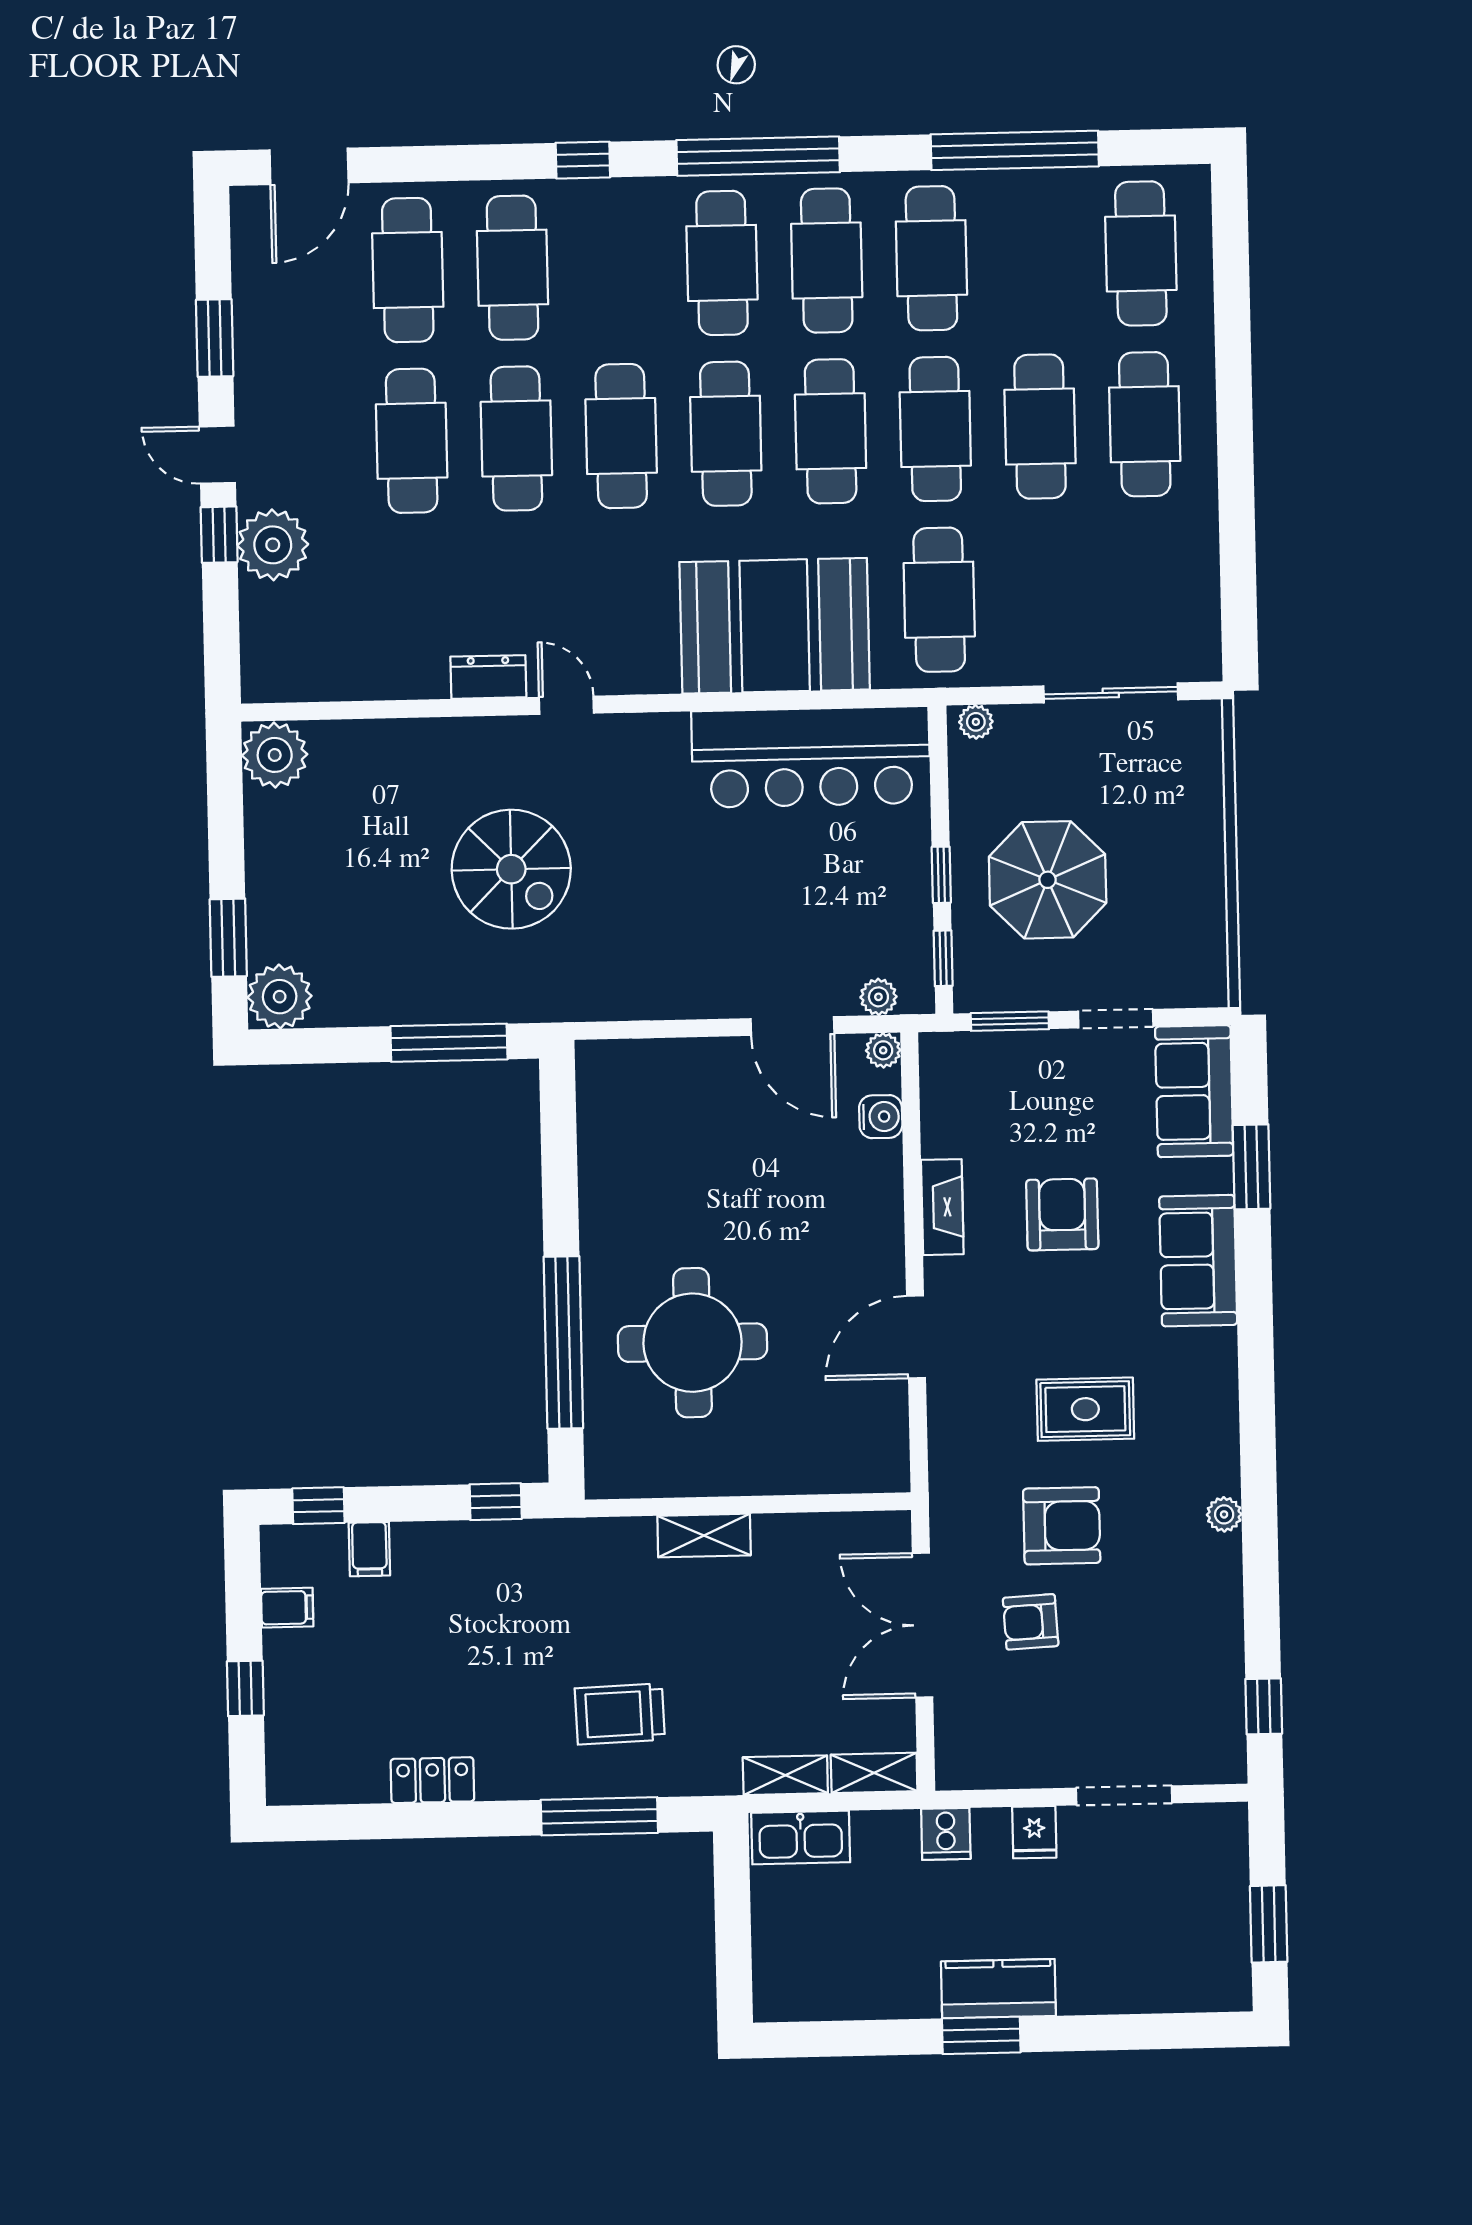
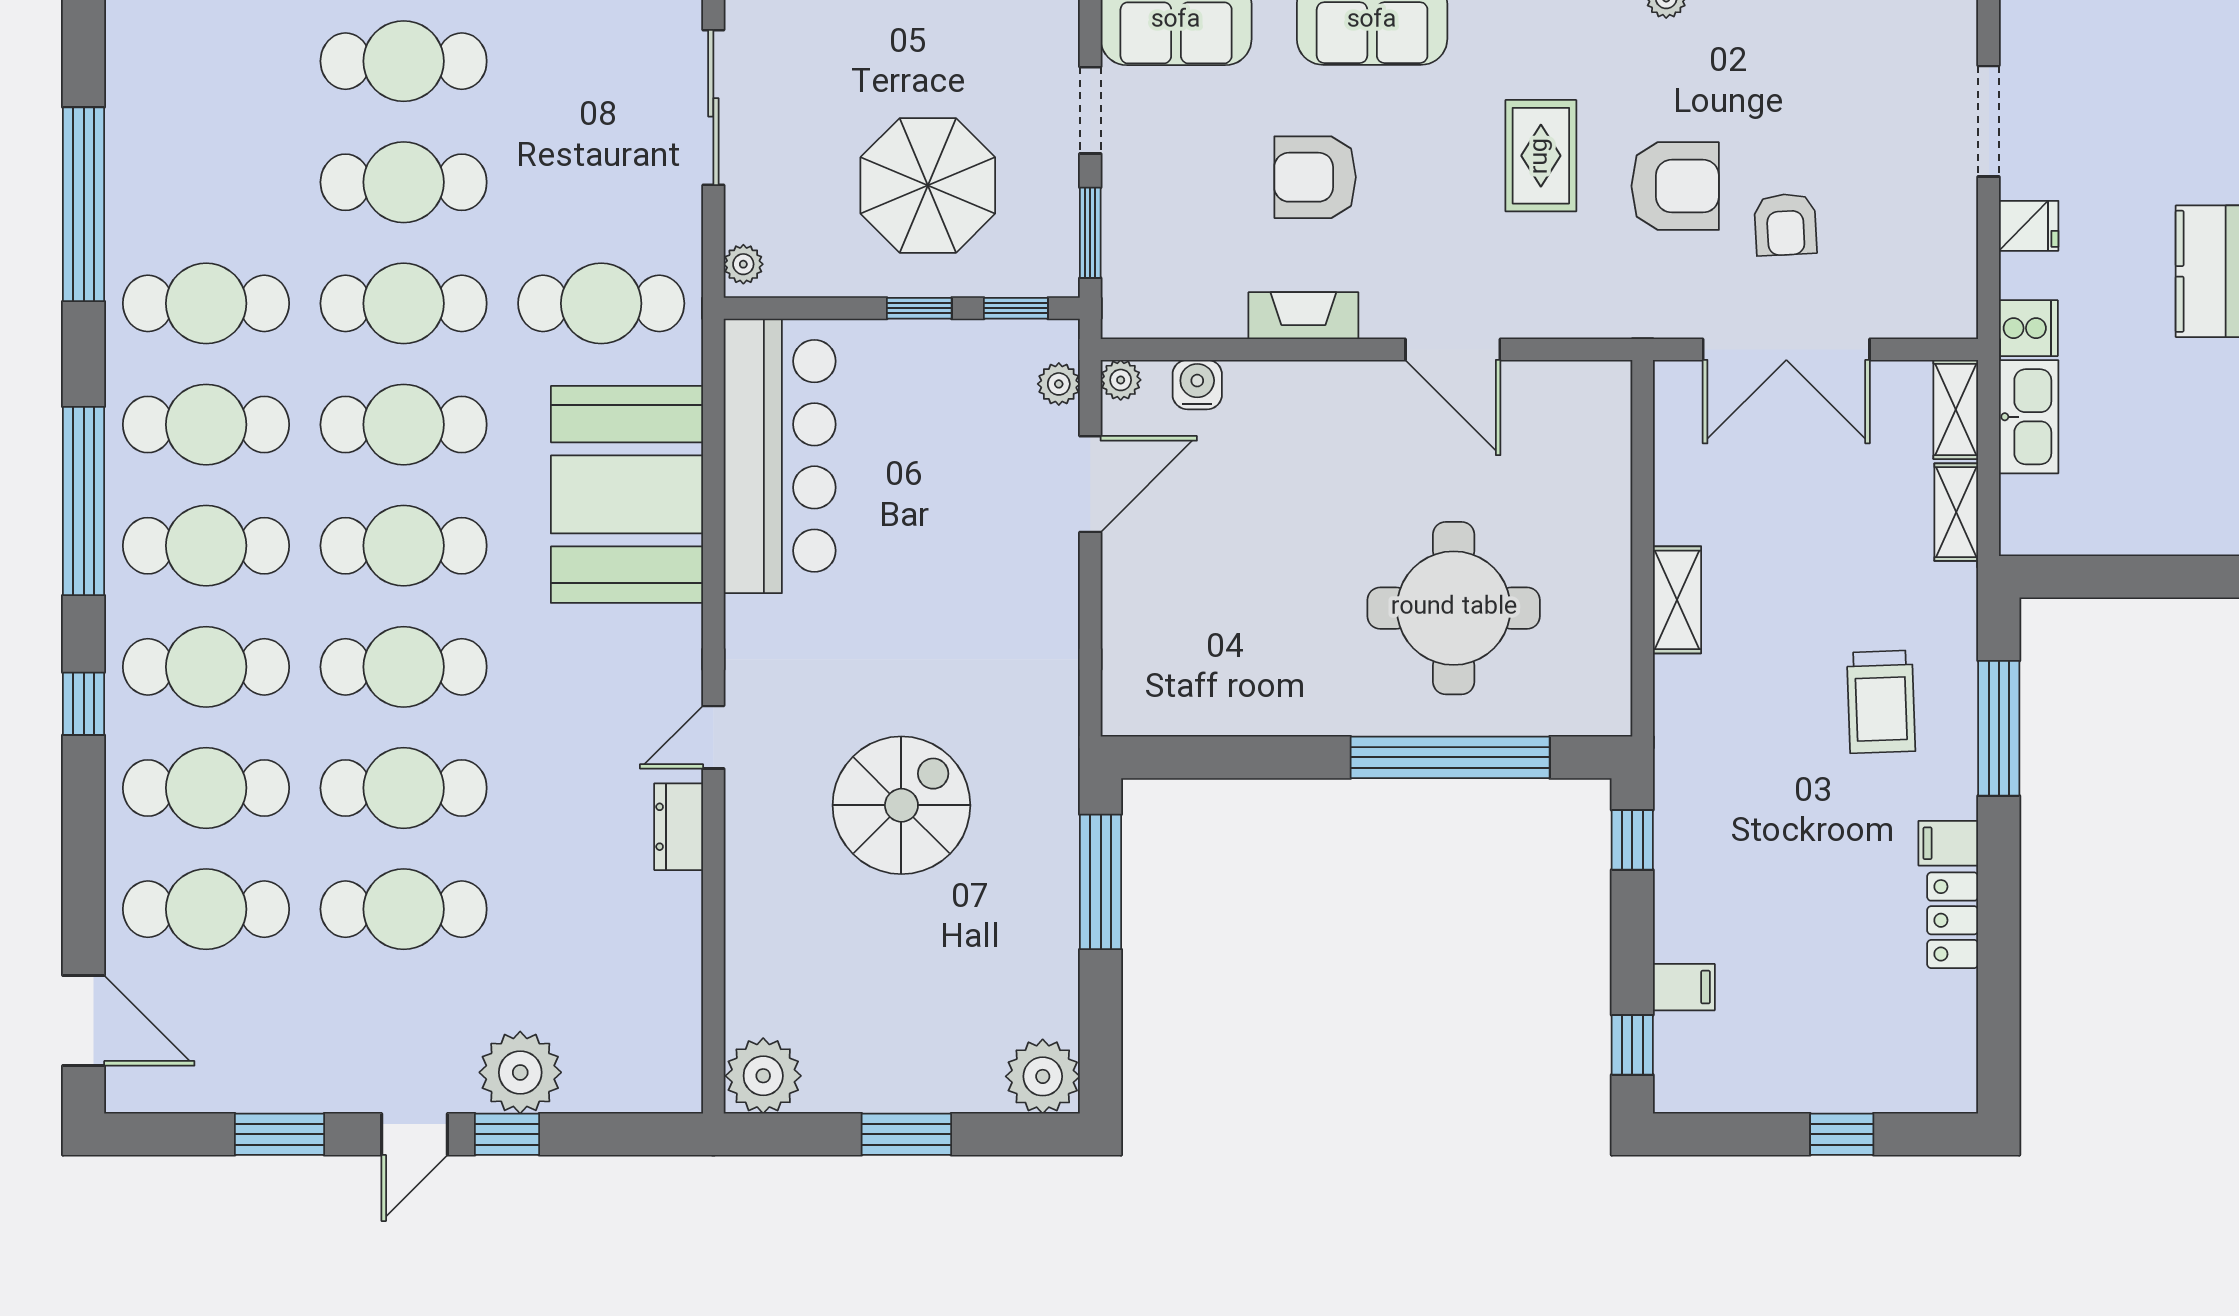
cafe table: (1141, 253) -> (206, 667), moved
window: (228, 938) -> (906, 1134), moved
armchair: (1062, 1526) -> (1675, 186), turned 90
filing cabinet: (287, 1608) -> (1948, 843), moved, turned -90
kitchen sink: (801, 1838) -> (2029, 417), moved

